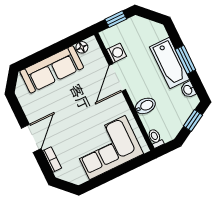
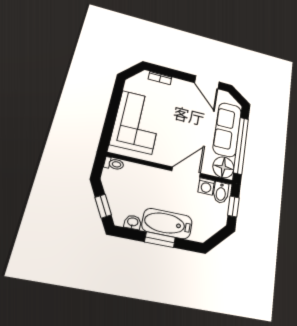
floor lamp: (82, 47) -> (223, 167), width x1.89, depth x1.89
window: (57, 48) -> (241, 145), added
door: (117, 78) -> (186, 172), hinge flipped
bidet: (145, 106) -> (221, 193), moved
door: (31, 138) -> (207, 82), moved

